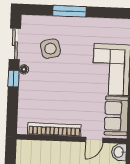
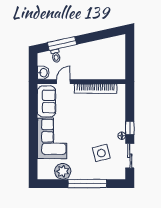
window: (69, 11) -> (87, 184), width x1.46
plant: (100, 28) -> (63, 171), added

